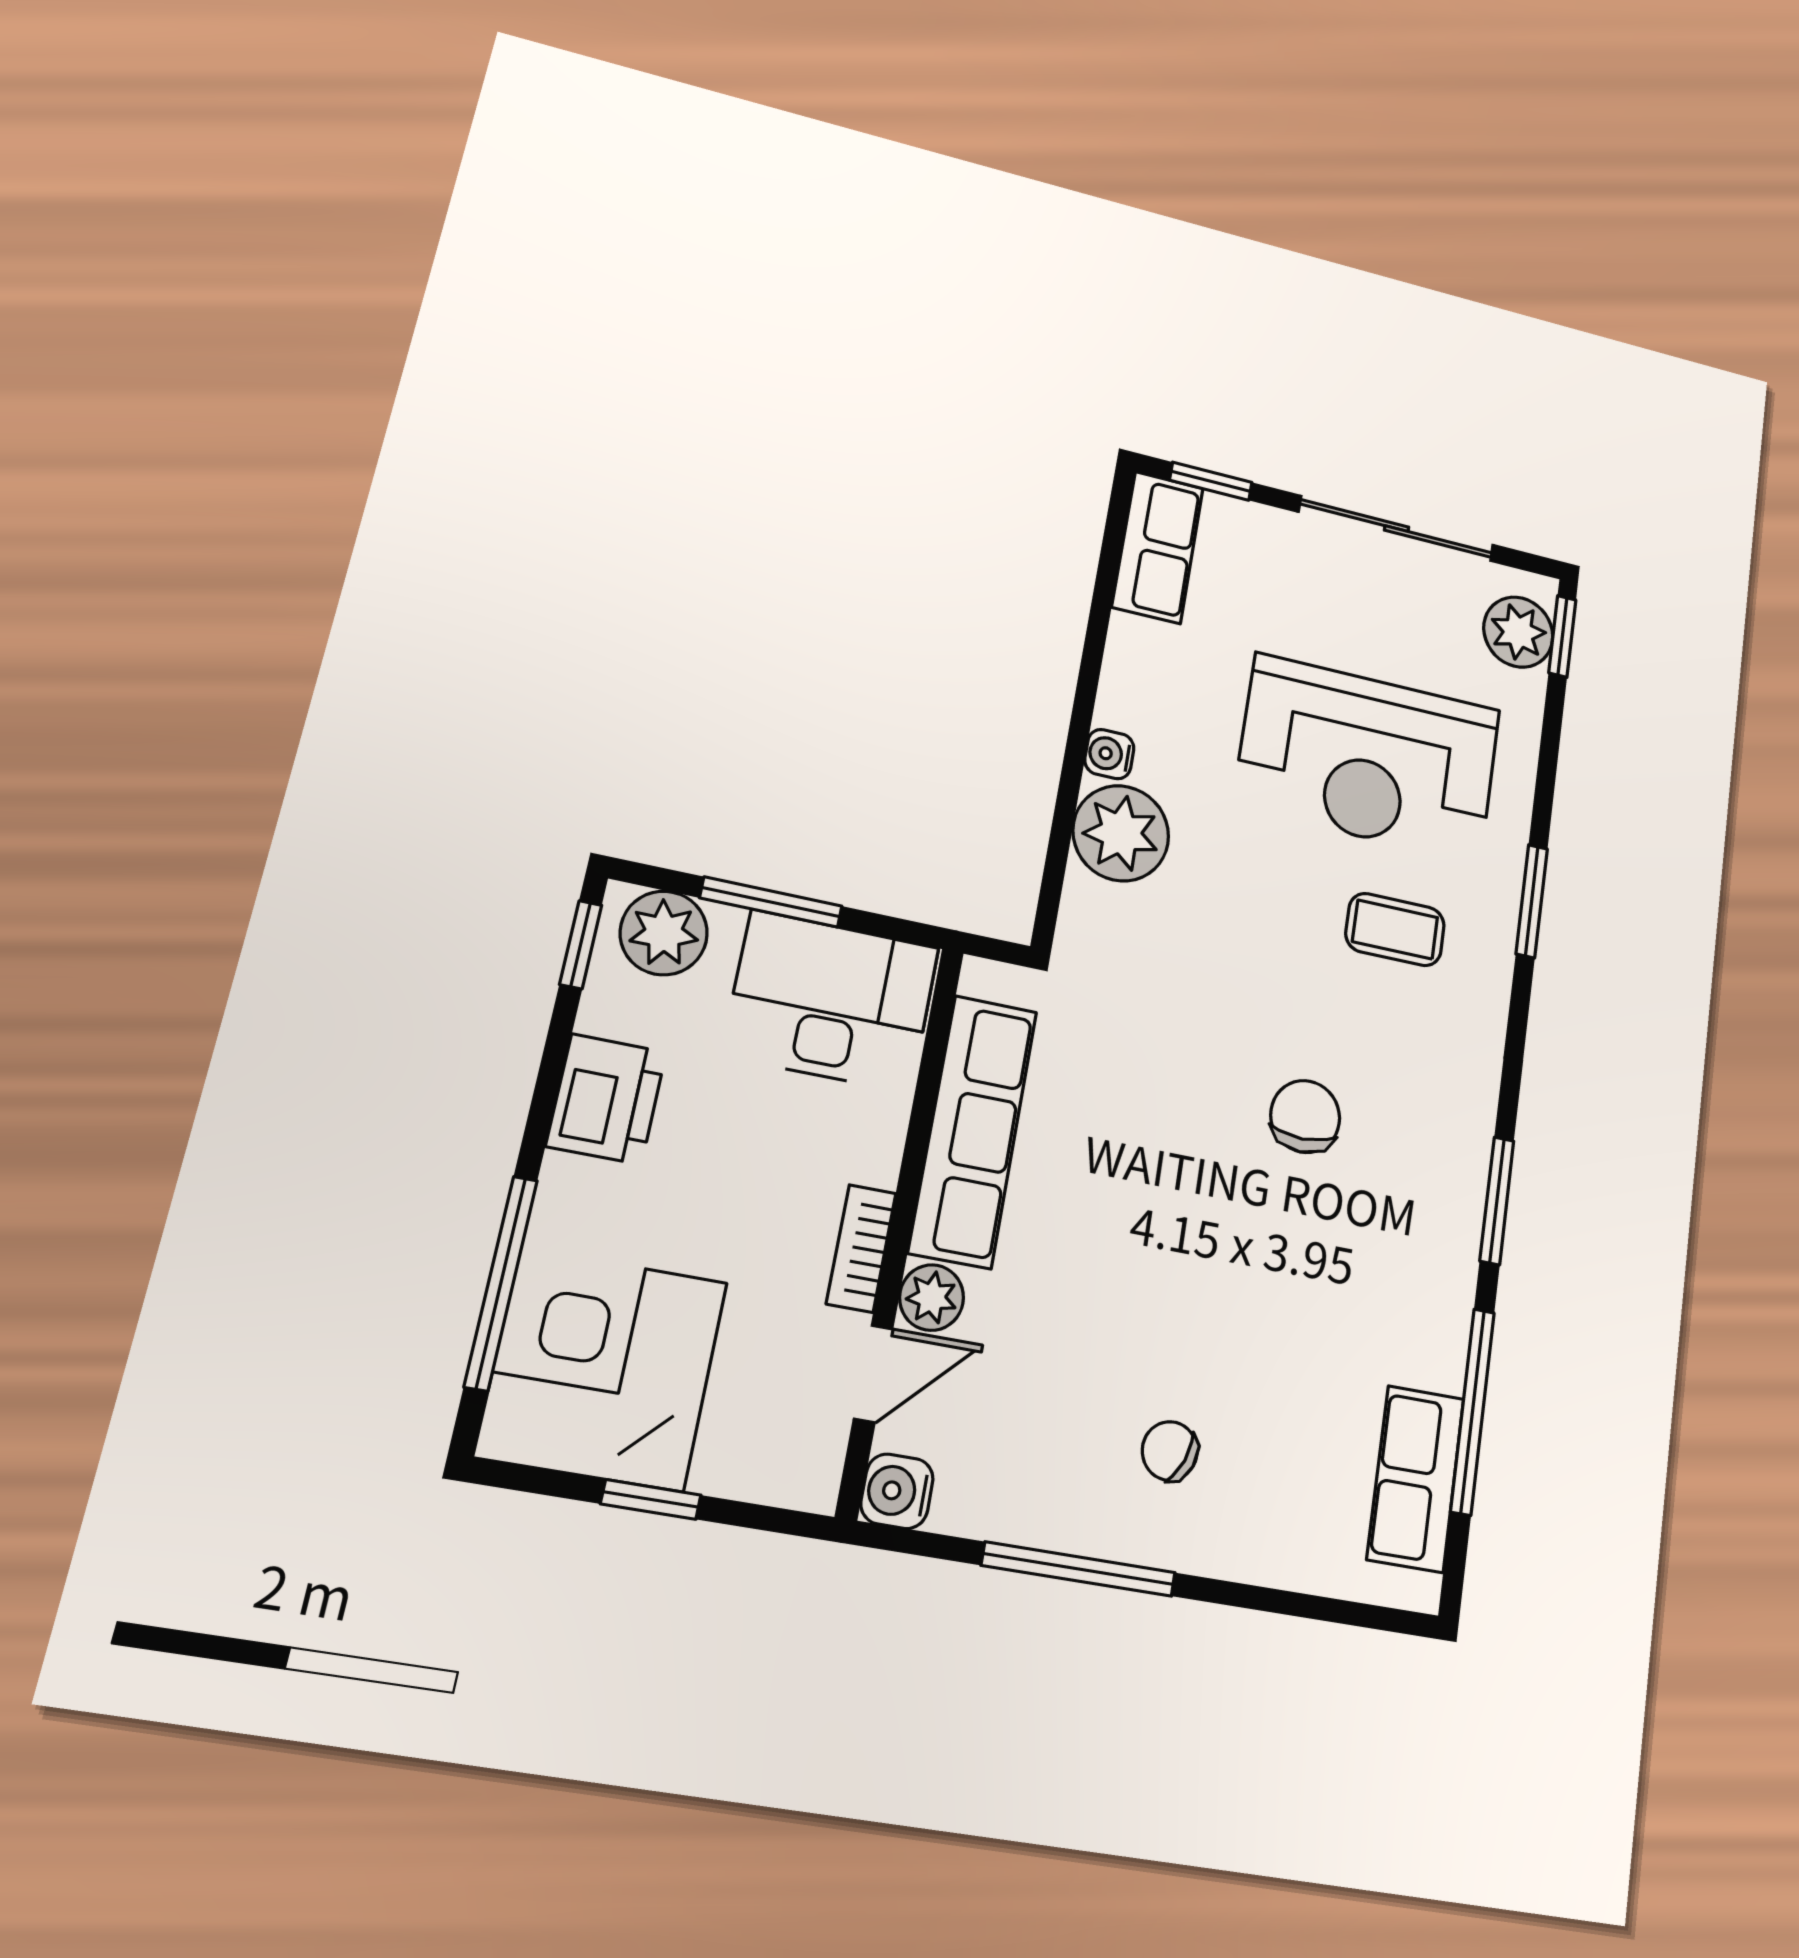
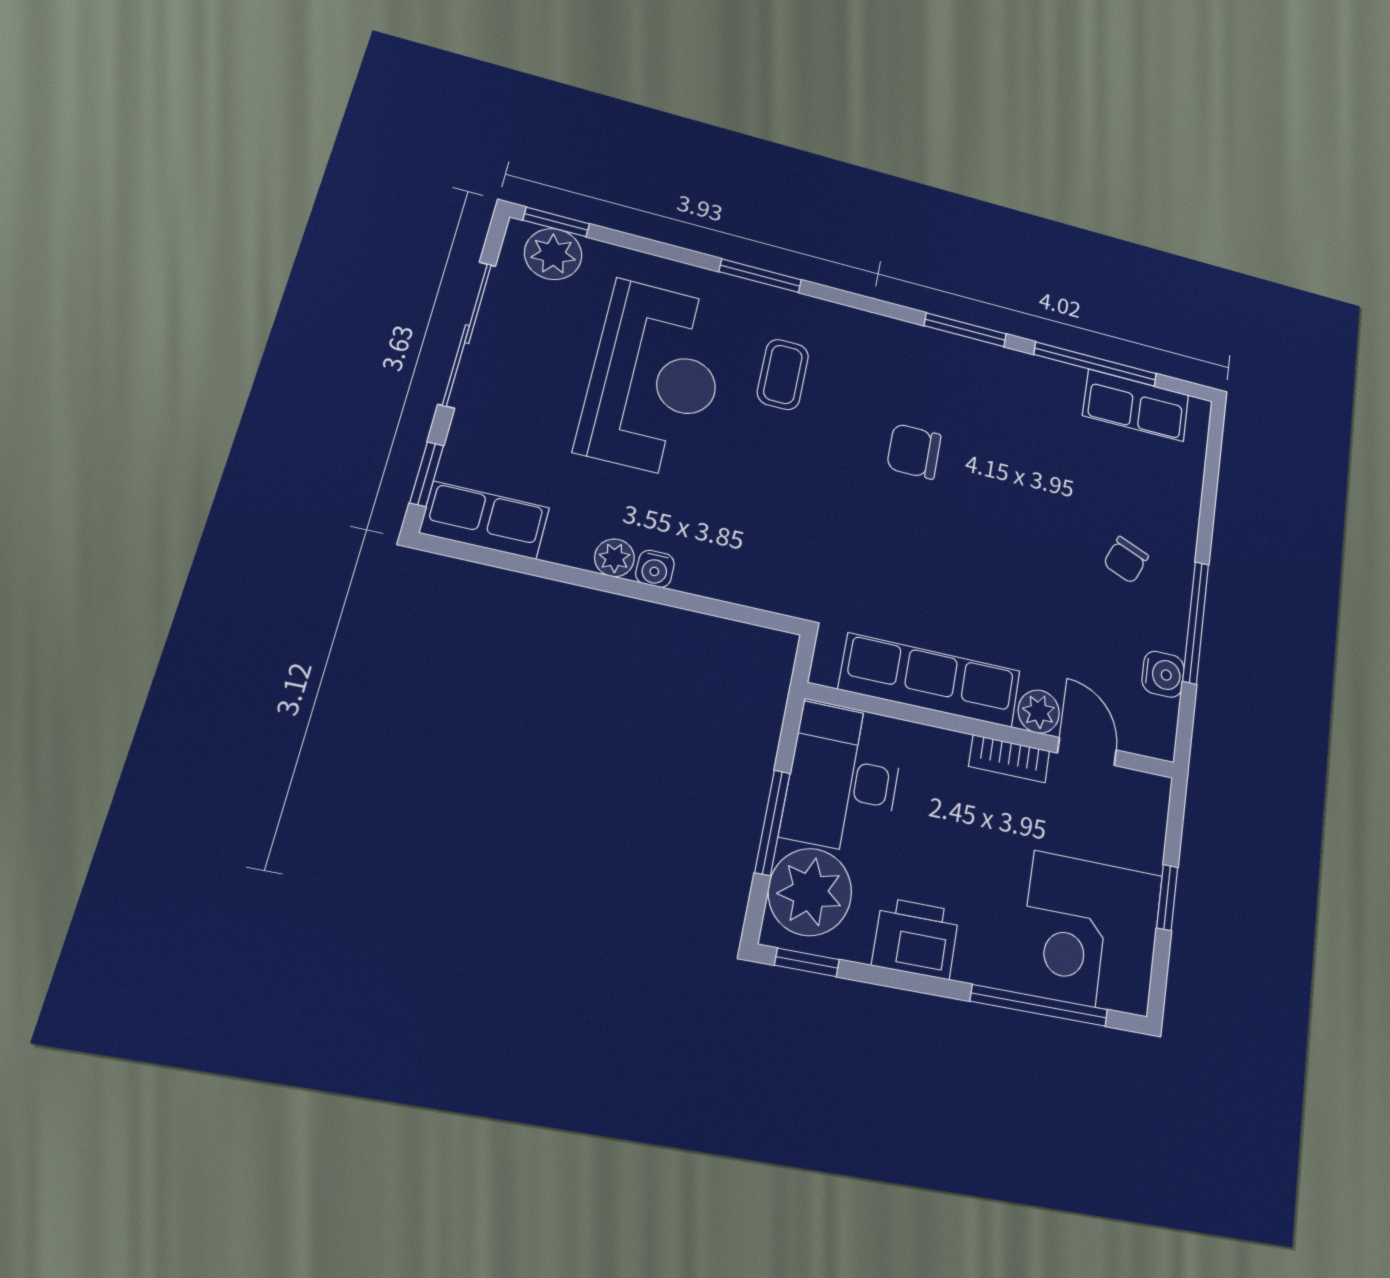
plant: (1121, 833) -> (614, 558), moved, width x0.53, depth x0.53
plant: (664, 933) -> (810, 892), width x1.36, depth x1.36
water cooler: (897, 1491) -> (1163, 674), moved, turned -90

